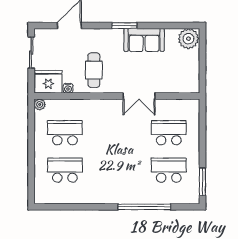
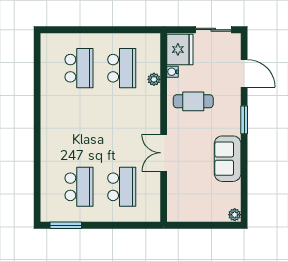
window: (124, 26) -> (244, 120), moved
plant: (188, 39) -> (235, 215), width x0.53, depth x0.53
plant: (40, 104) -> (154, 79), moved
window: (144, 207) -> (37, 159), removed

